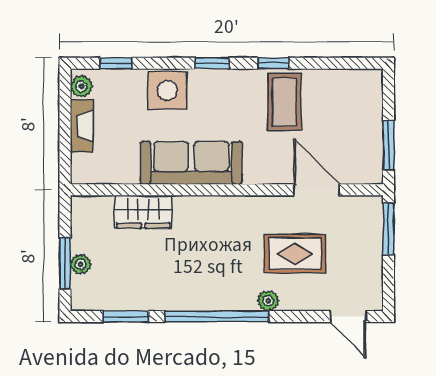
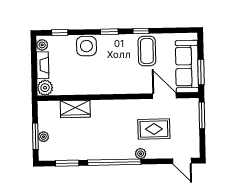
sofa: (191, 163) -> (187, 67), moved, turned -90
plant: (85, 169) -> (45, 88), added

